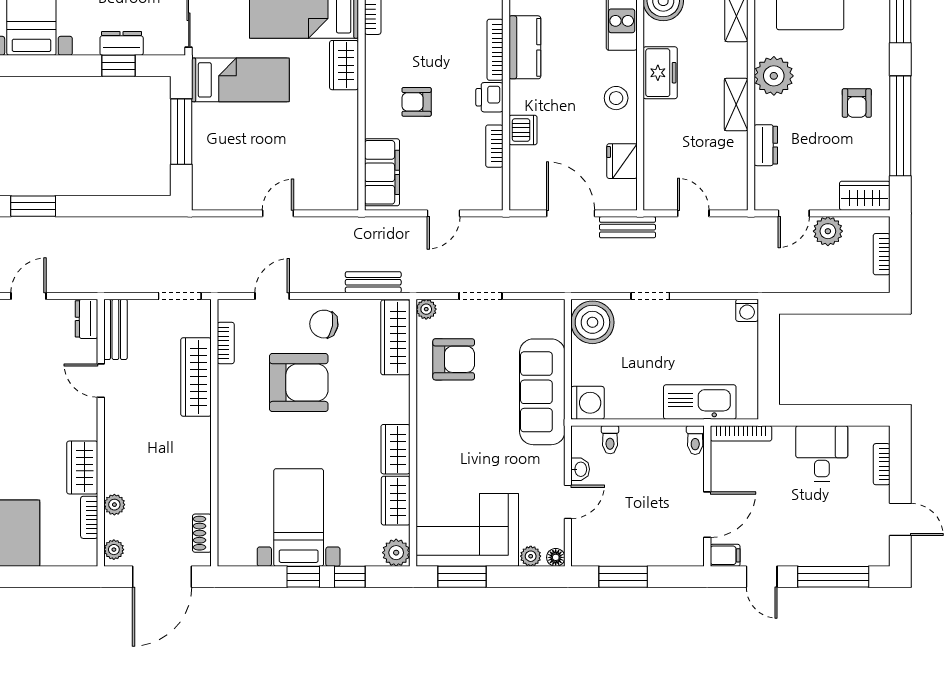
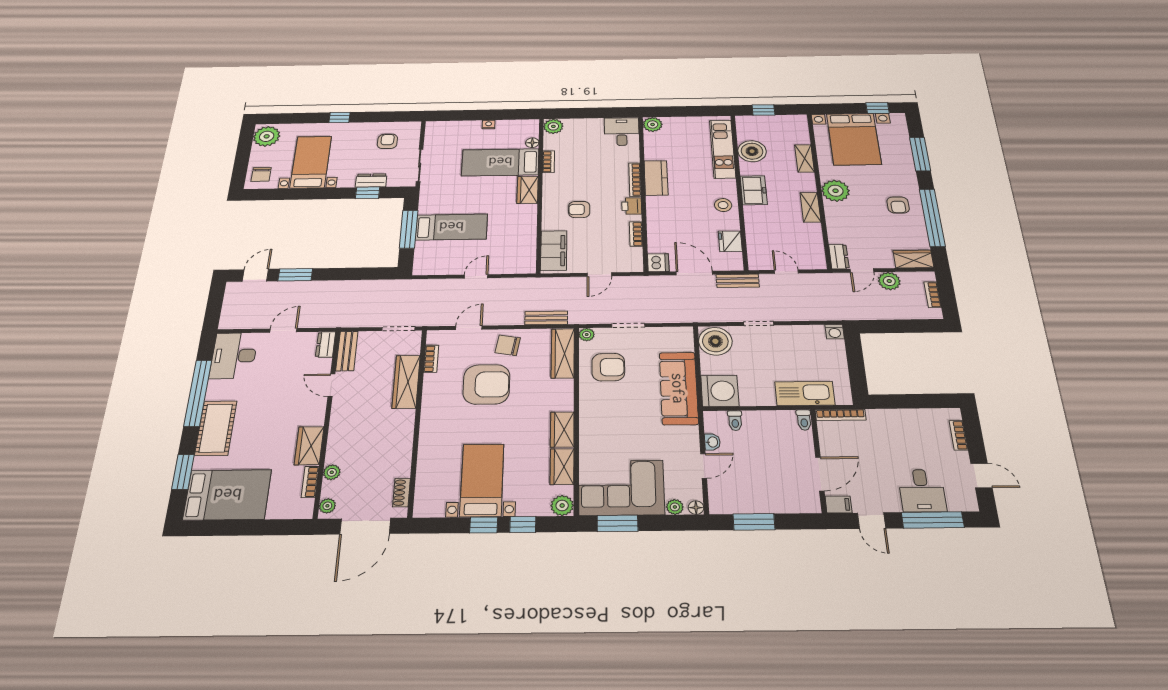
bed: (240, 80) -> (451, 227), moved
dishwasher: (523, 130) -> (658, 263), moved
dresser: (766, 145) -> (839, 257), moved
washing machine: (588, 403) -> (720, 391), width x1.37, depth x1.37
desk: (822, 453) -> (922, 491), moved, turned 180

